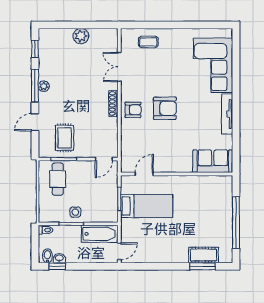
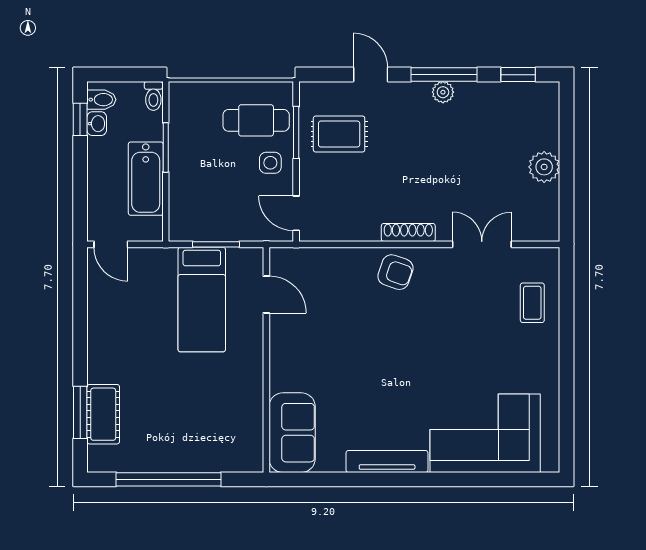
armchair: (165, 108) -> (399, 336), removed
armchair: (133, 110) -> (395, 272), turned -71
side table: (75, 212) -> (270, 163), moved
bathtub: (100, 234) -> (146, 179), moved

